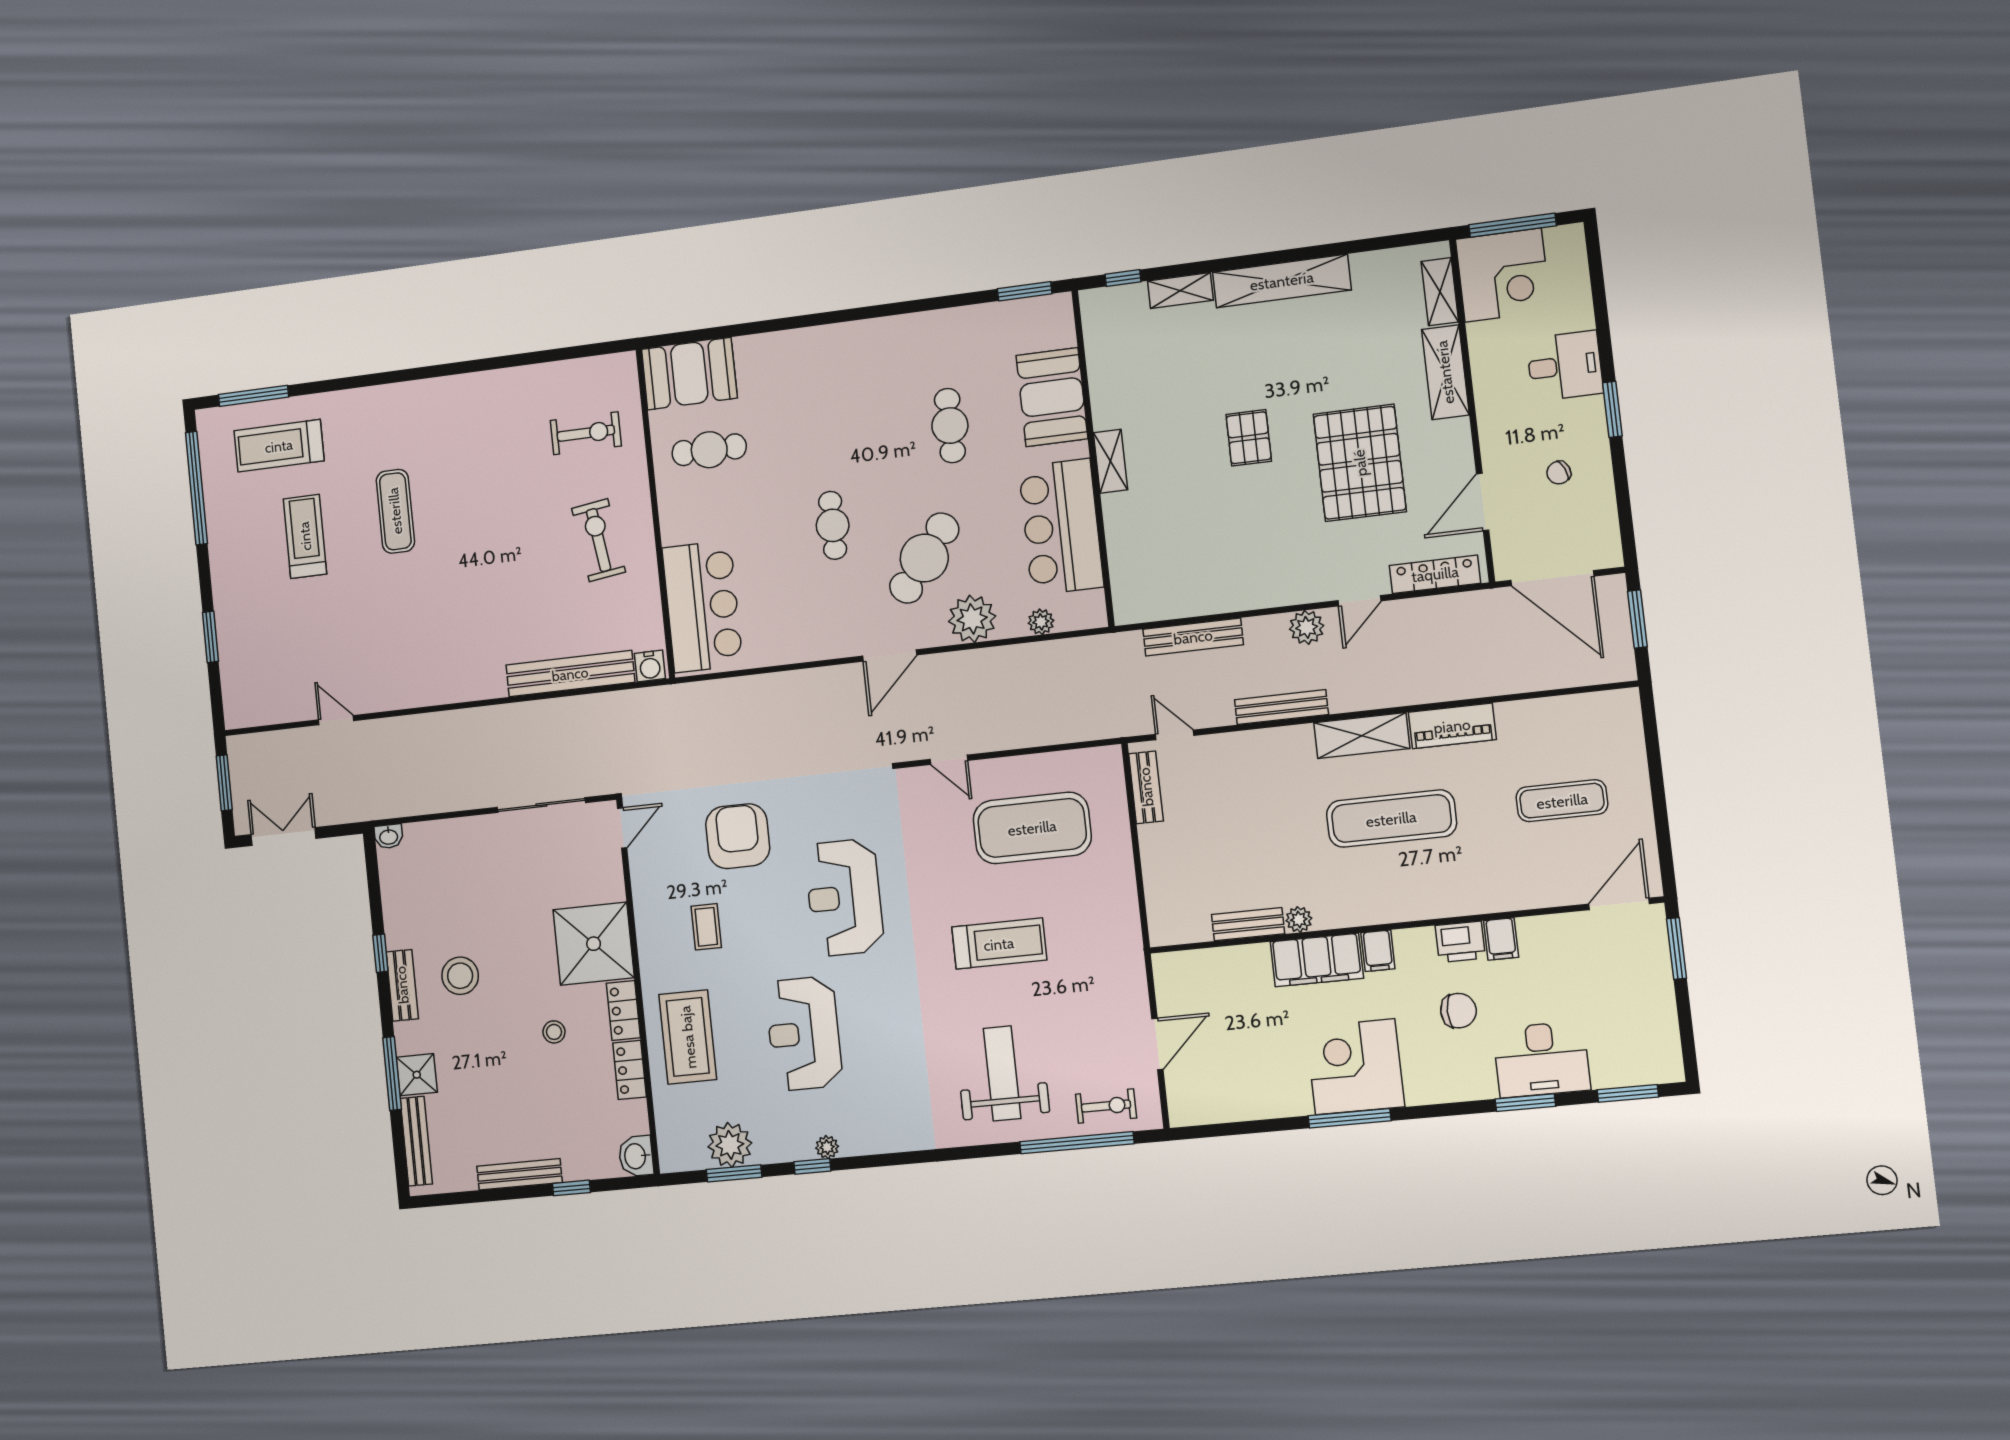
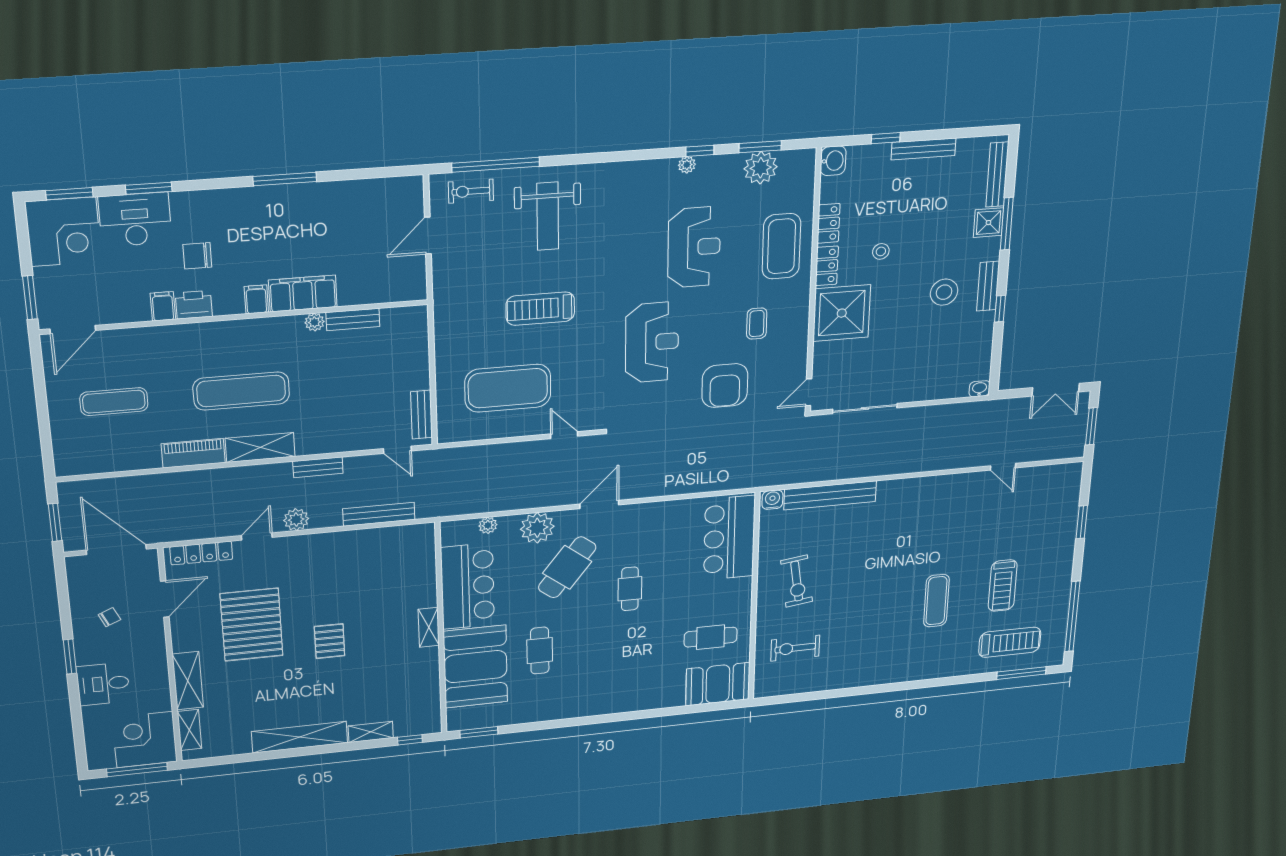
booth: (1052, 397) -> (476, 667), width x1.36, depth x1.42
bench: (1281, 707) -> (318, 467), width x0.73
corner desk: (1355, 1067) -> (63, 232), moved

